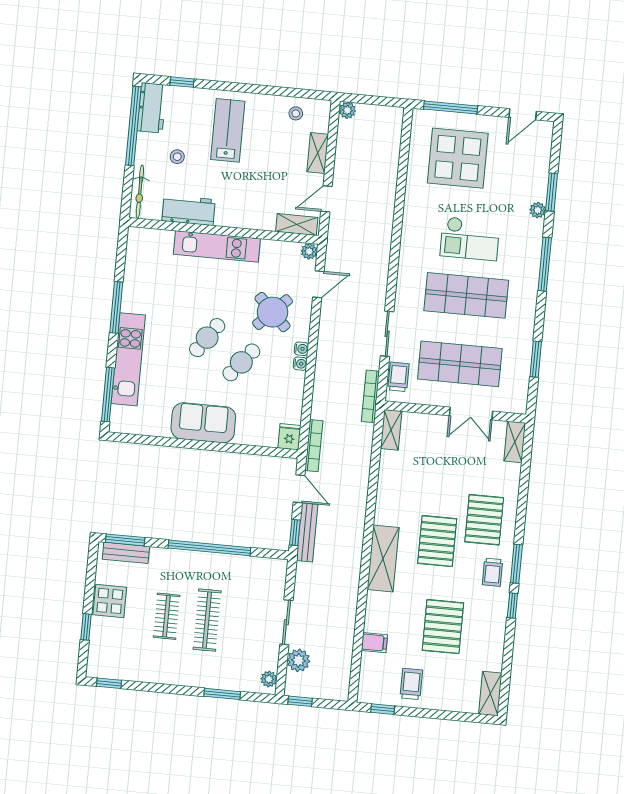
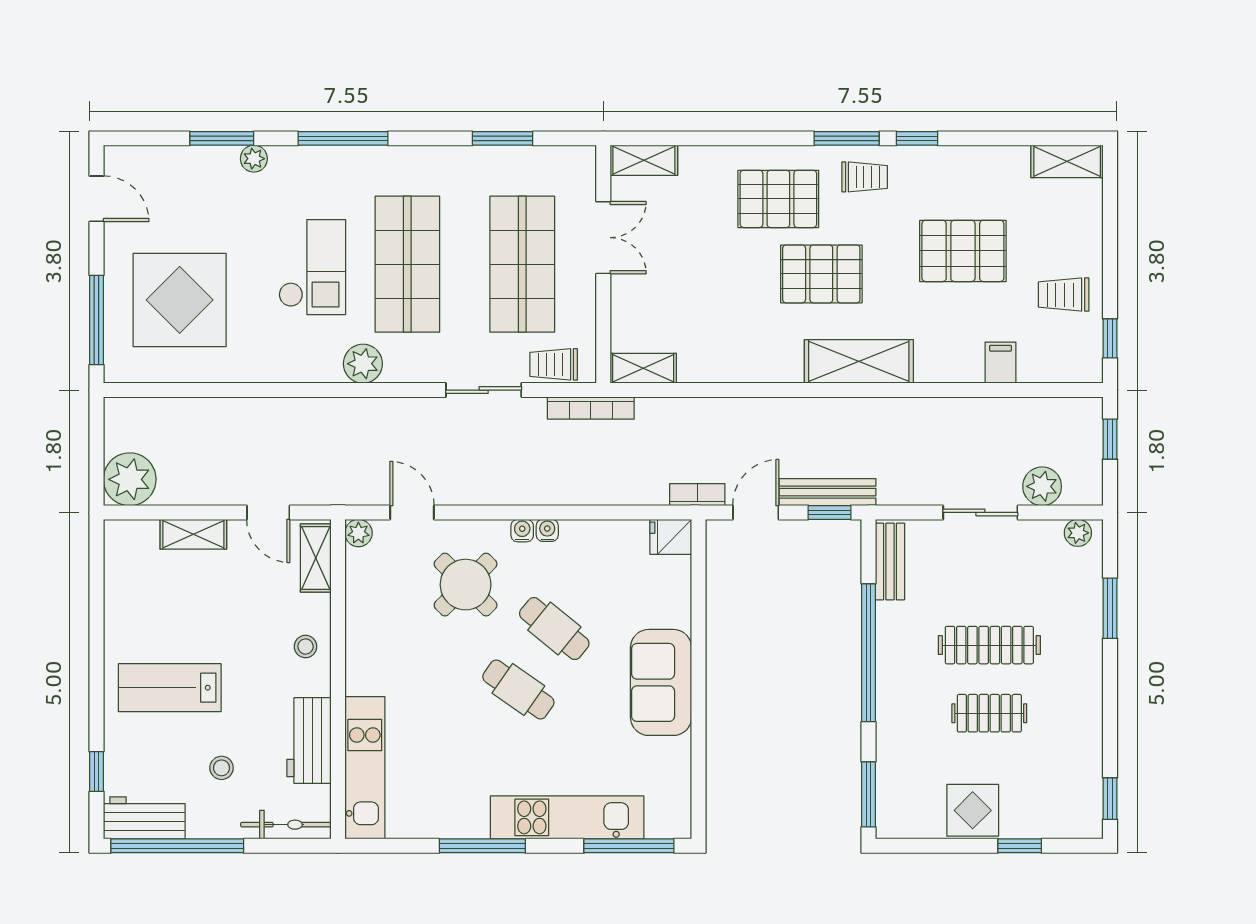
plant: (347, 110) -> (130, 479), width x1.87, depth x1.87
stool: (296, 113) -> (306, 646), moved
kitchen unit: (217, 246) -> (365, 768), moved
plant: (410, 263) -> (363, 364), added
bookcase: (314, 446) -> (697, 495), width x0.64
bench: (126, 553) -> (890, 562), moved
window: (300, 701) -> (1110, 439), moved

